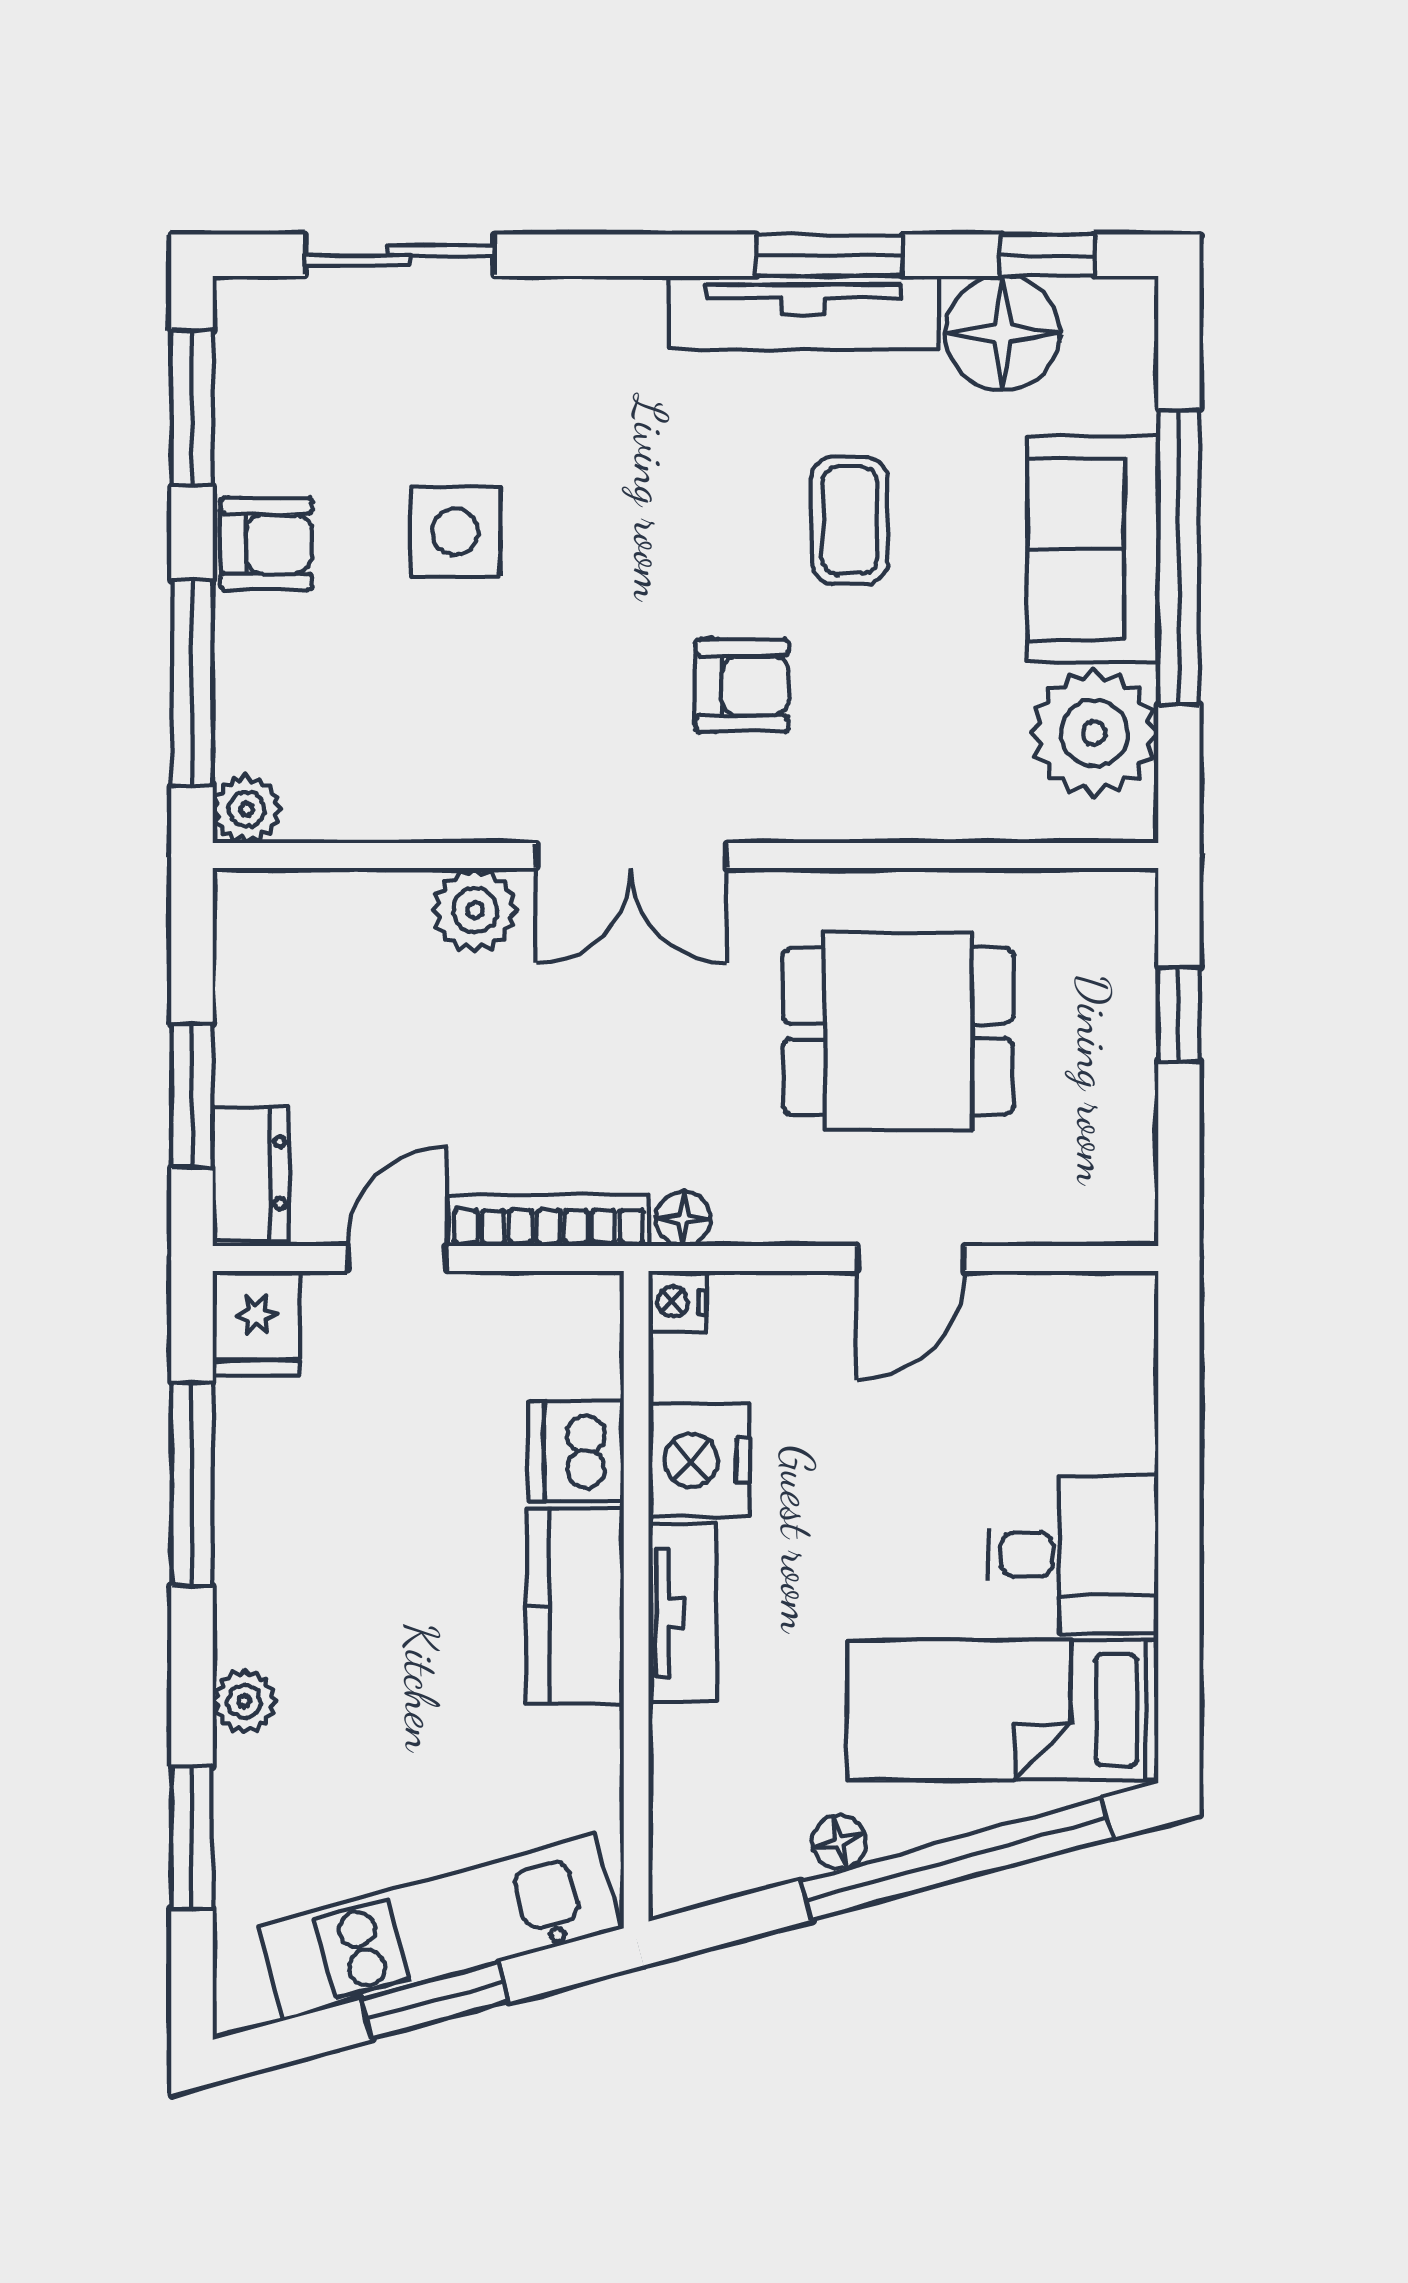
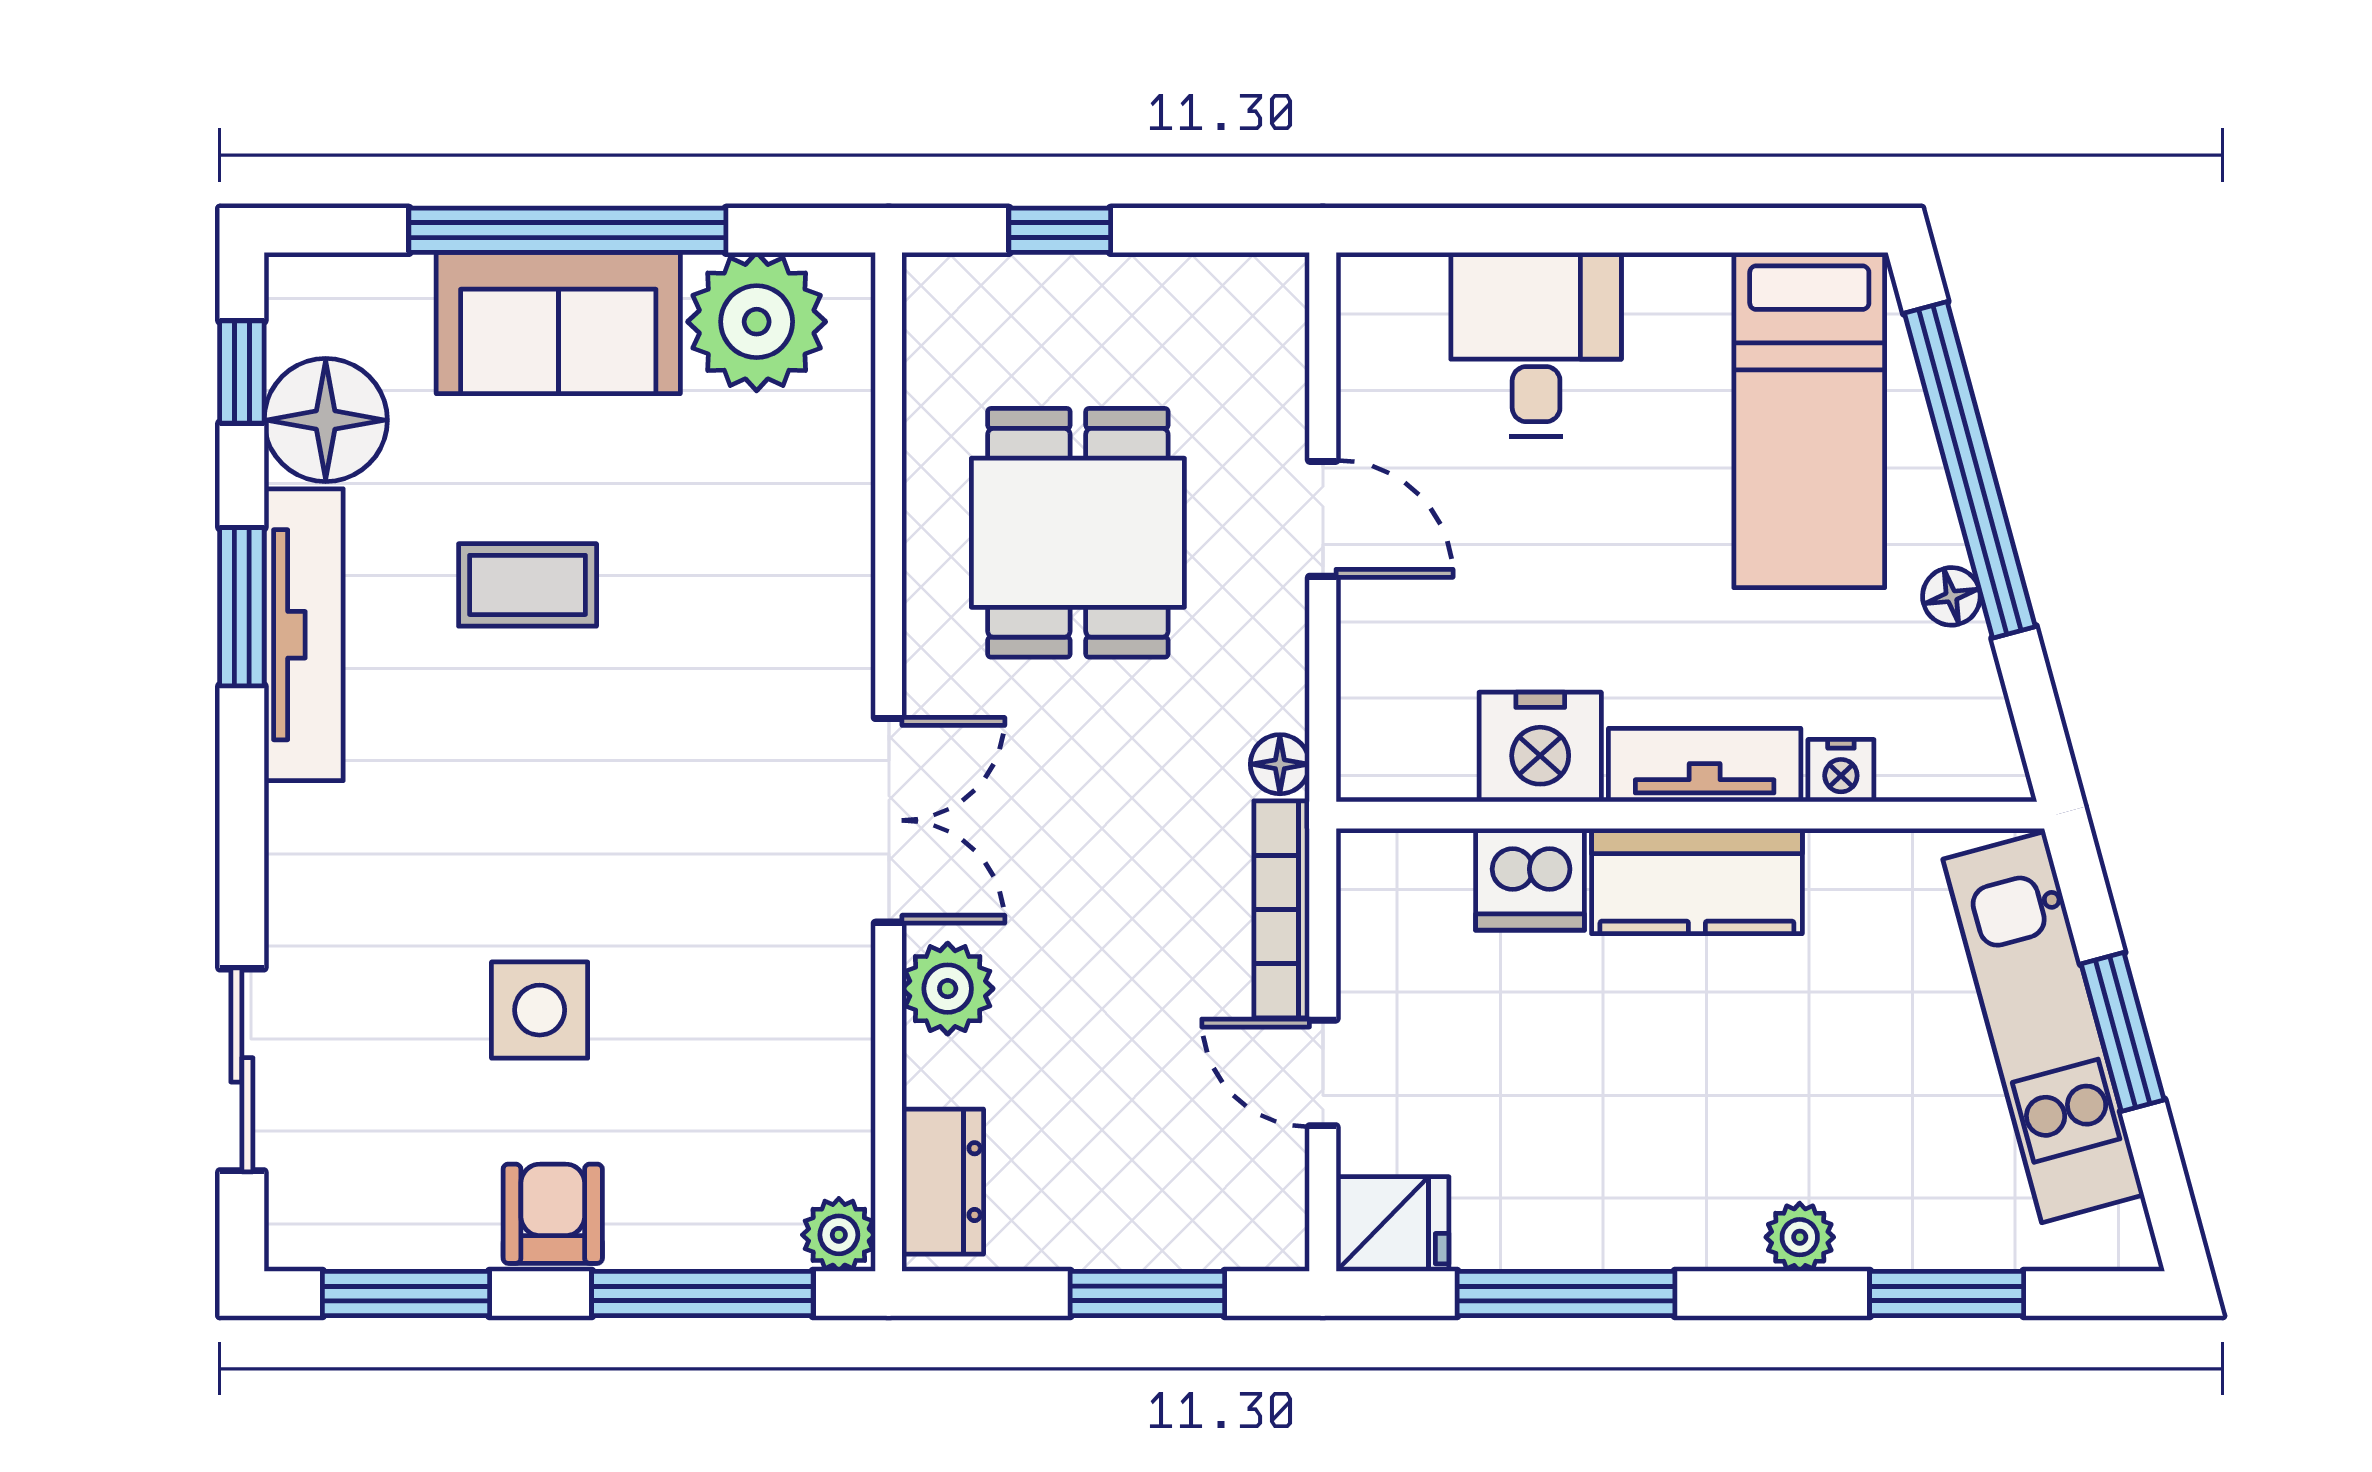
armchair: (742, 685) -> (705, 701), removed
dresser: (250, 1173) -> (943, 1182), moved, turned 90
nightstand: (677, 1301) -> (1841, 771), moved
desk: (1073, 1554) -> (1536, 344), moved

